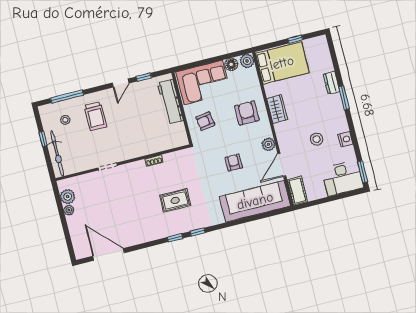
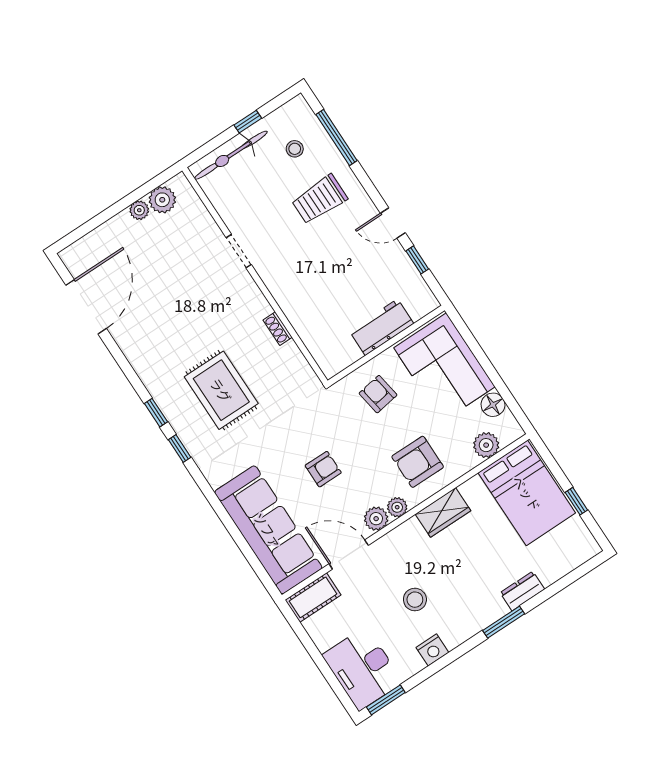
plant: (247, 61) -> (486, 445), moved
workbench: (170, 102) -> (381, 327), width x0.73
armchair: (247, 113) -> (418, 462), turned 180
plant: (266, 132) -> (397, 507), added
rug: (175, 200) -> (221, 390), width x1.36, depth x1.43

